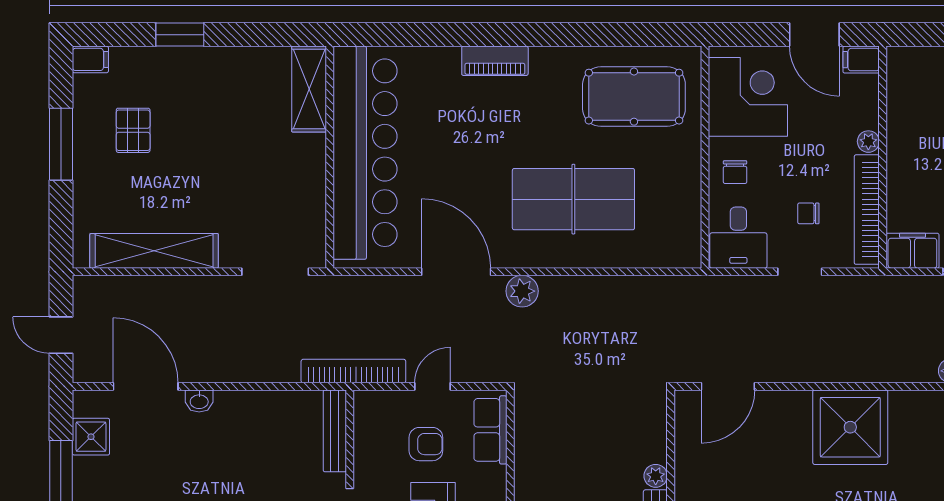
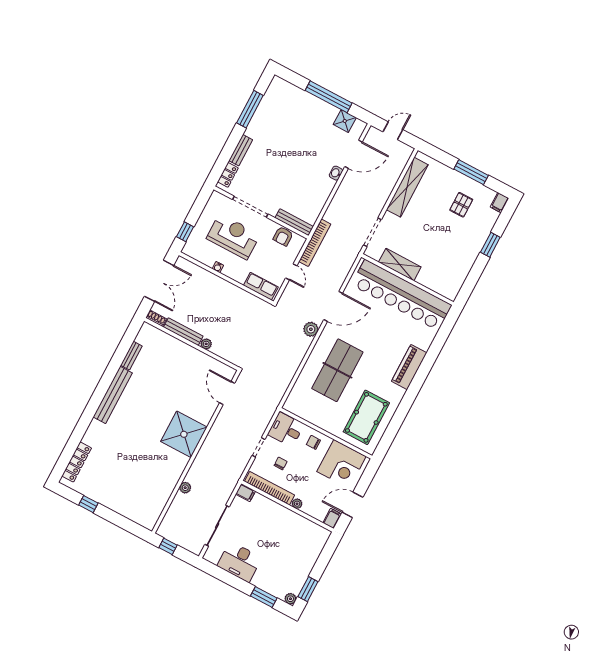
piano: (495, 61) -> (409, 367), width x1.37, depth x1.33
shelving: (309, 89) -> (400, 265), moved
pallet: (133, 130) -> (461, 205), turned 90
filing cabinet: (912, 251) -> (246, 493), width x0.50
armchair: (426, 444) -> (283, 236), moved

